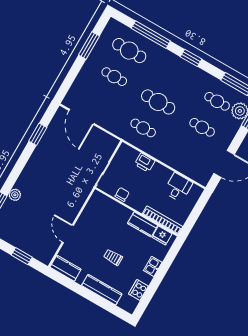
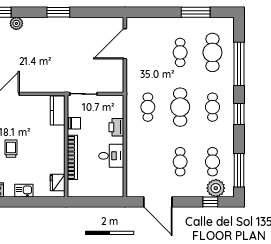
cafe table: (173, 76) -> (212, 107), added
window: (38, 134) -> (58, 12), moved
desk: (178, 187) -> (111, 156), moved
bookcase: (163, 220) -> (72, 157), moved
kitchen counter: (143, 224) -> (58, 110), moved

